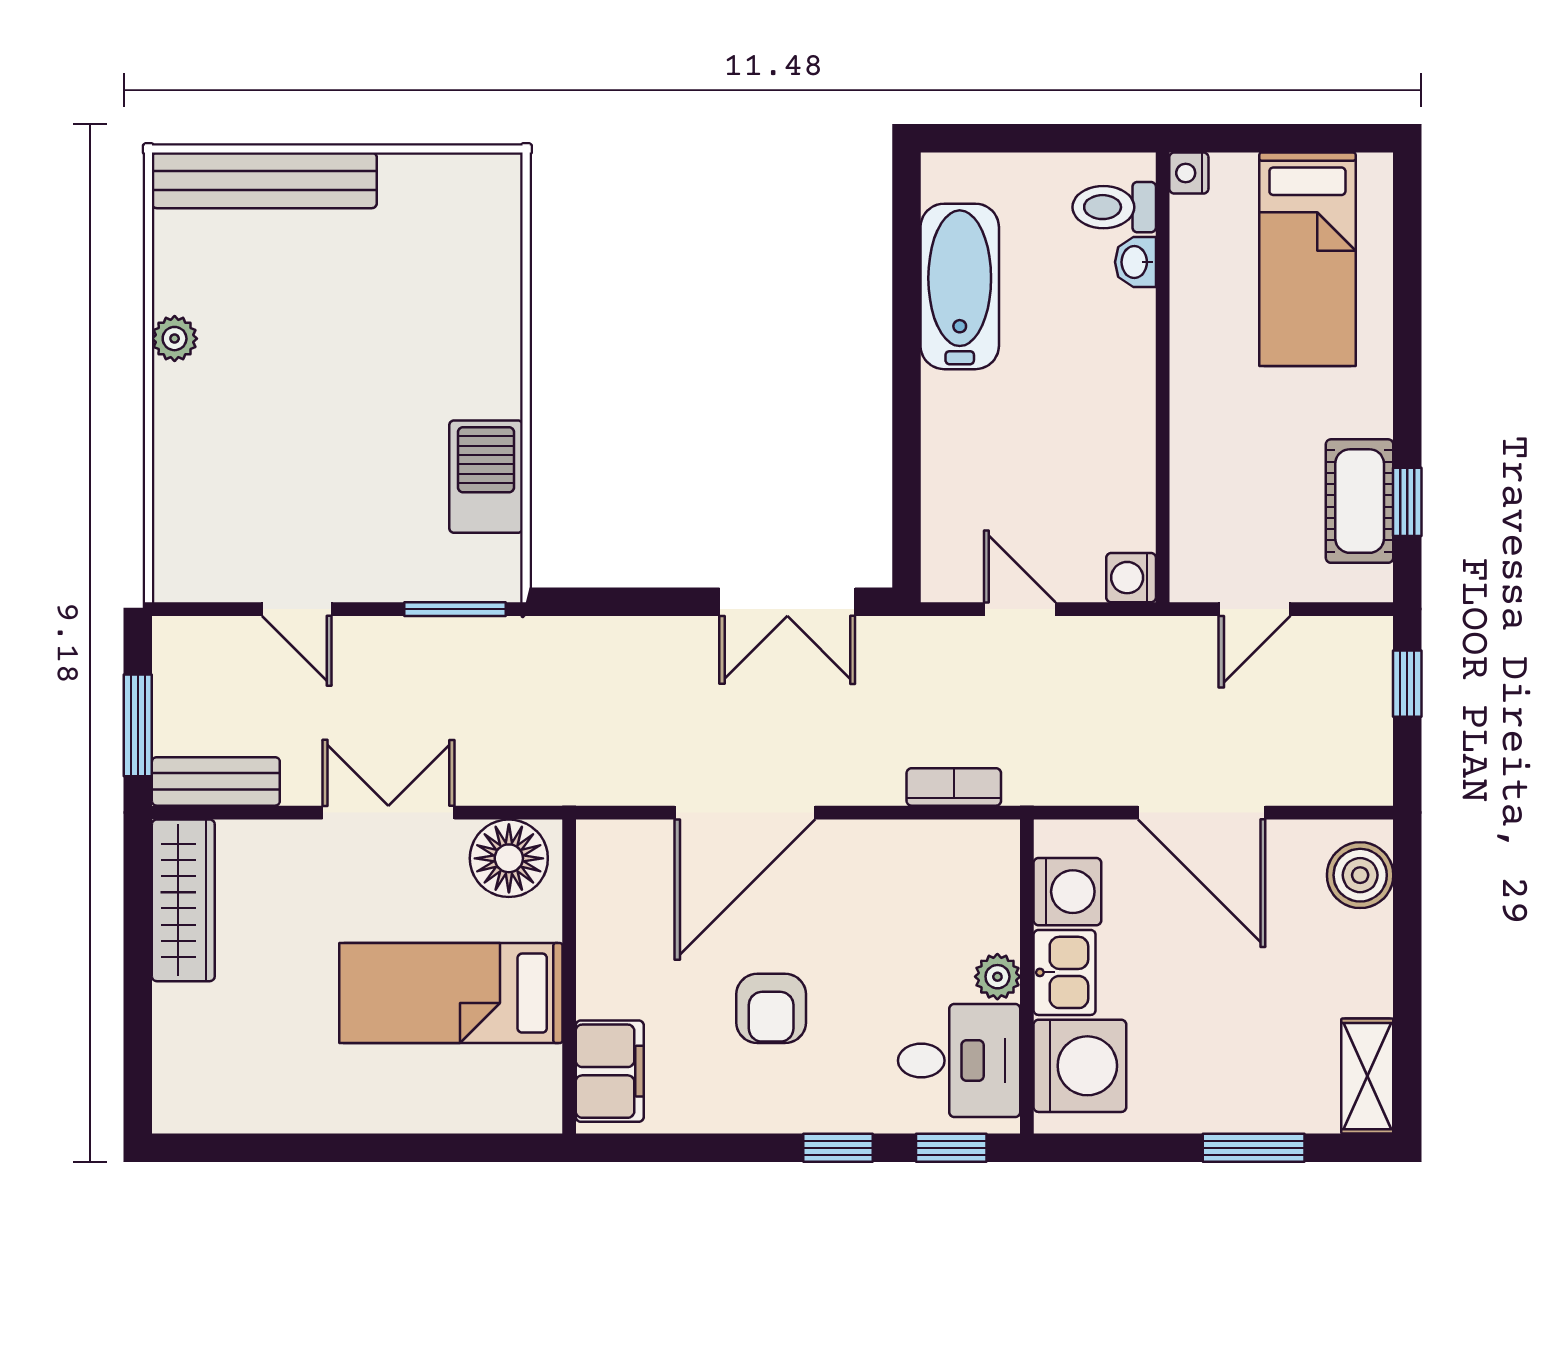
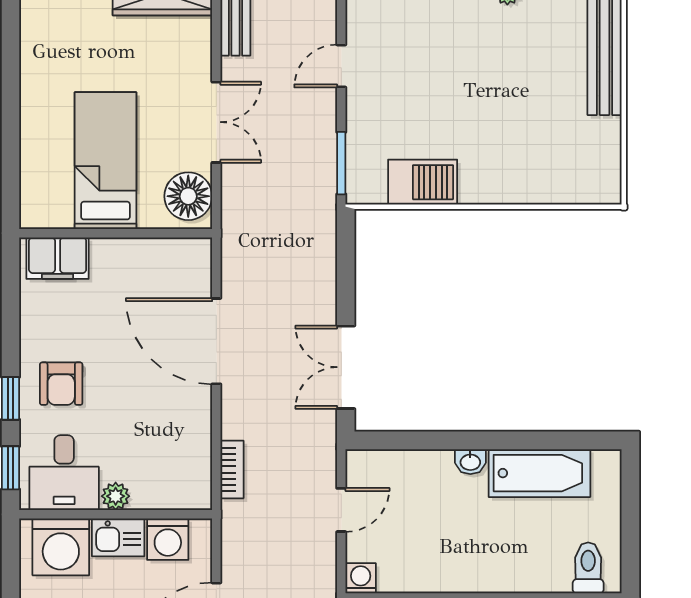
washbasin: (1135, 262) -> (470, 462), moved, turned 180
armchair: (771, 1008) -> (61, 384), moved, turned -90

